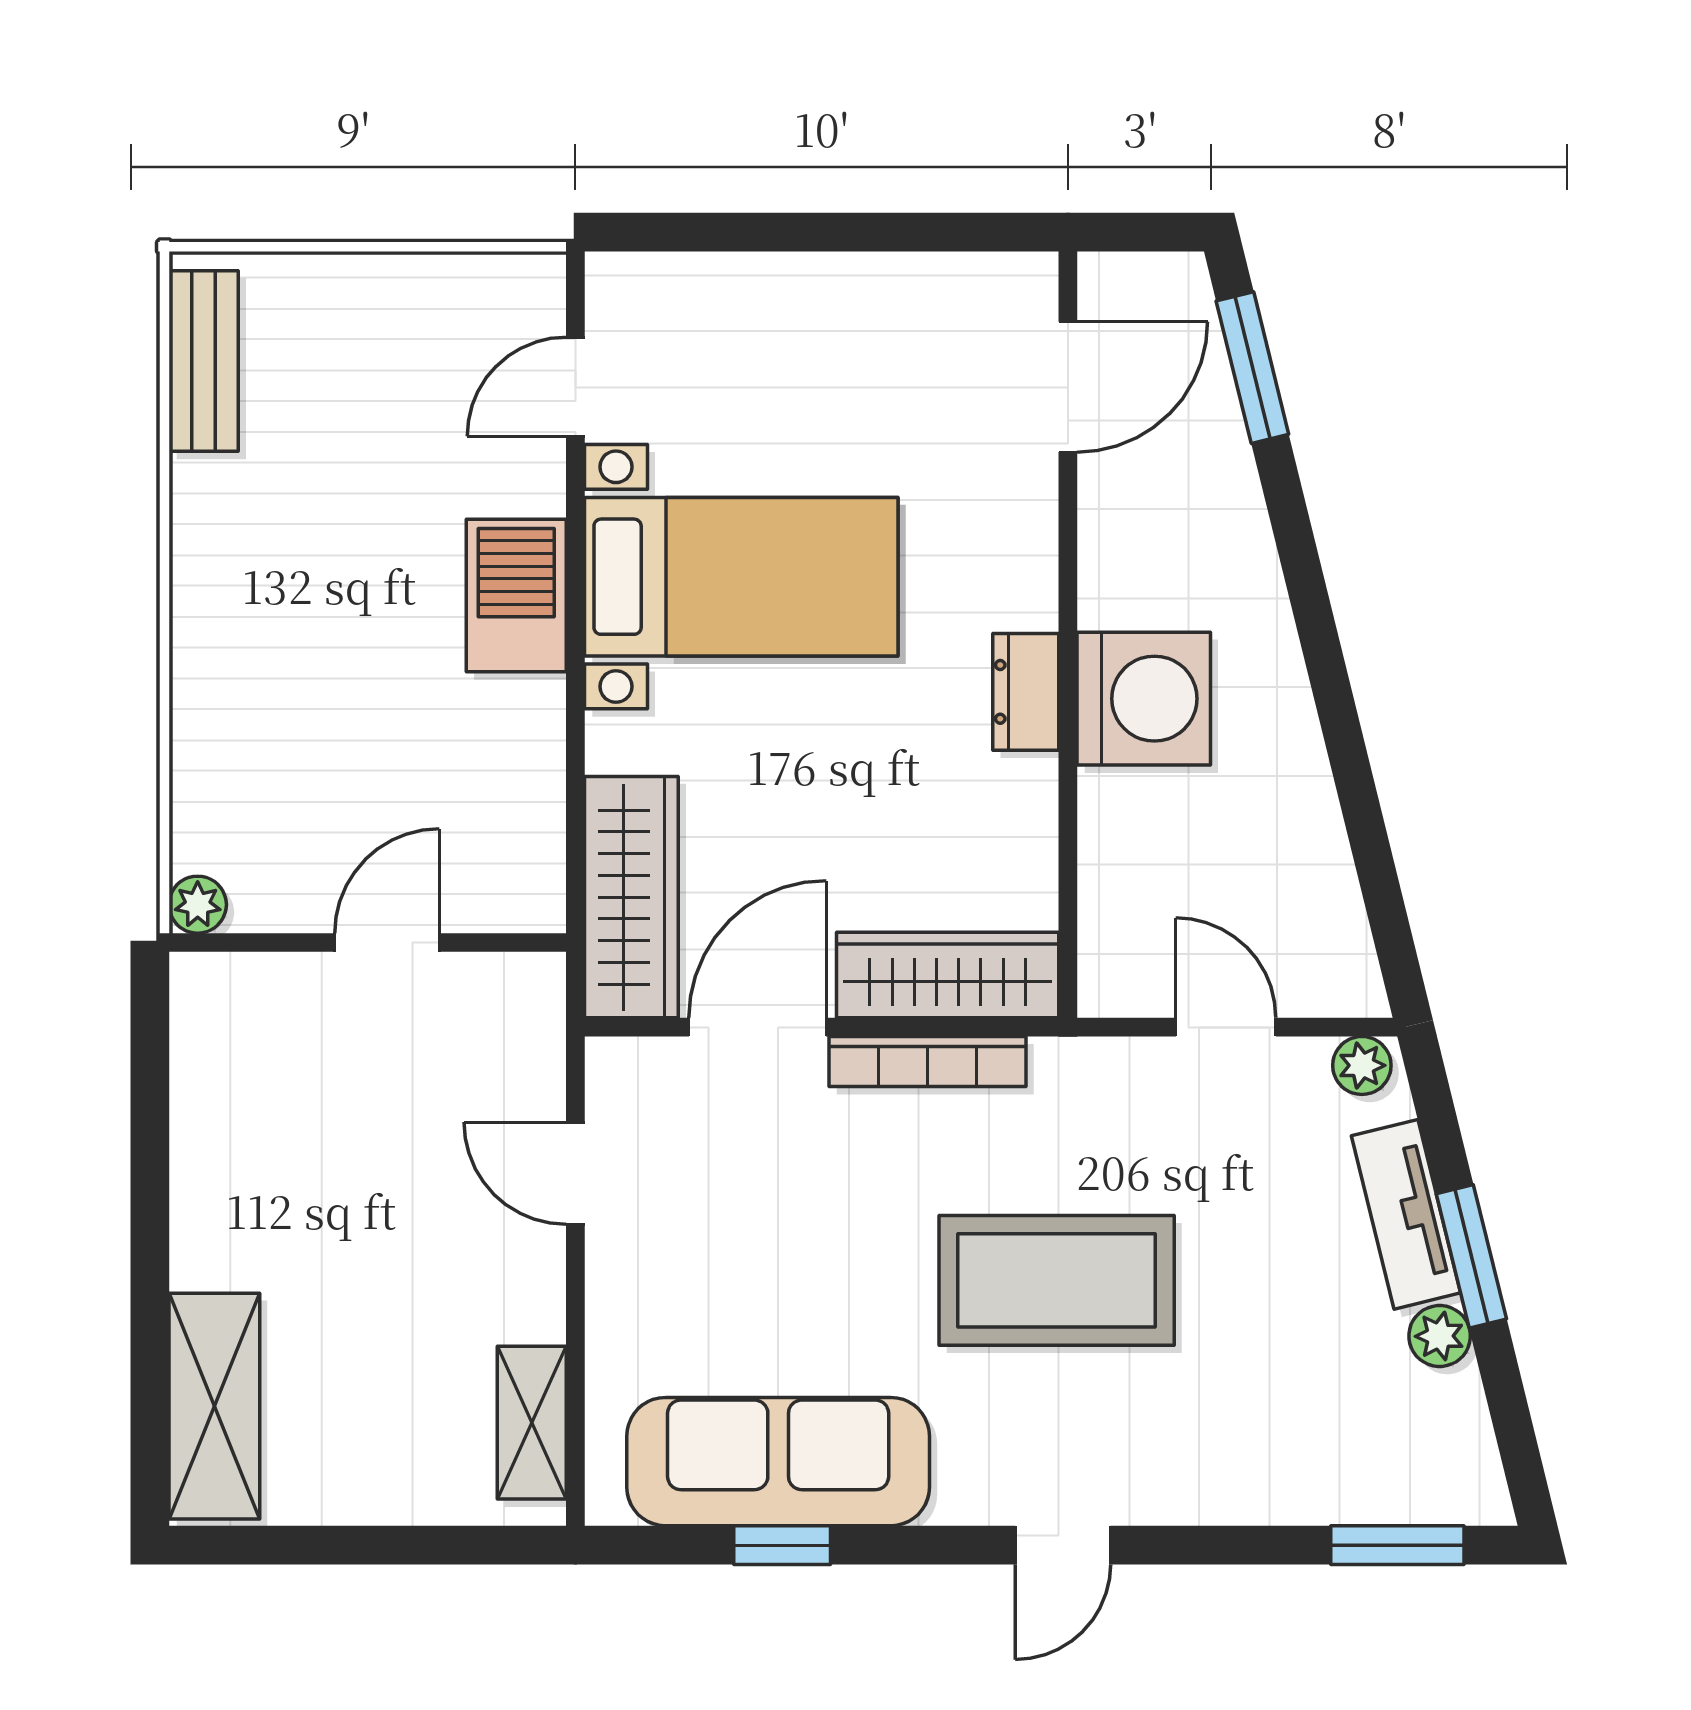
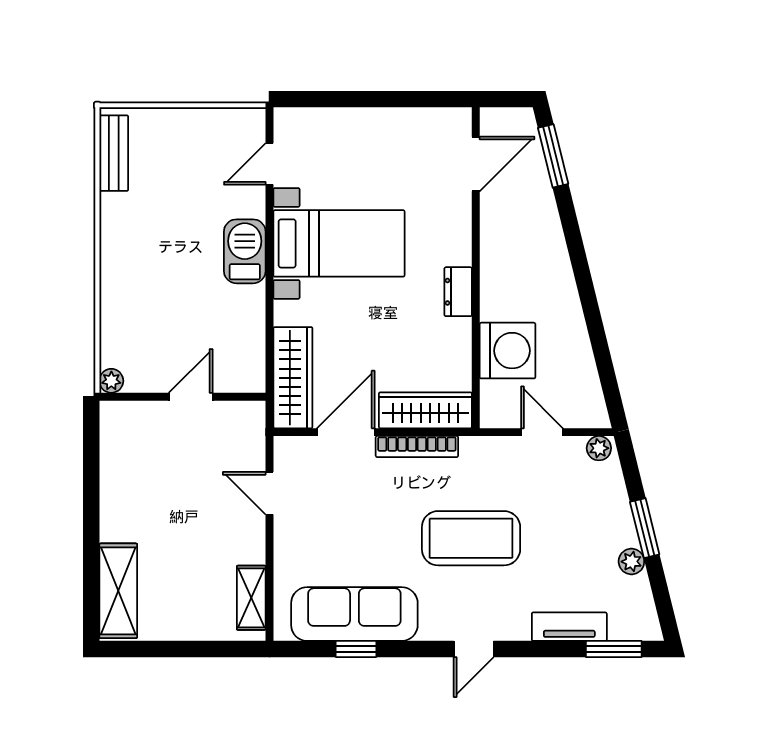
washing machine: (1144, 699) -> (508, 351), moved
tv unit: (1406, 1214) -> (569, 627), moved, turned 104

